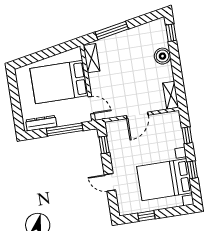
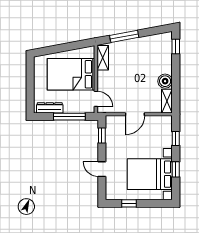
boiler: (162, 56) -> (165, 81), moved

